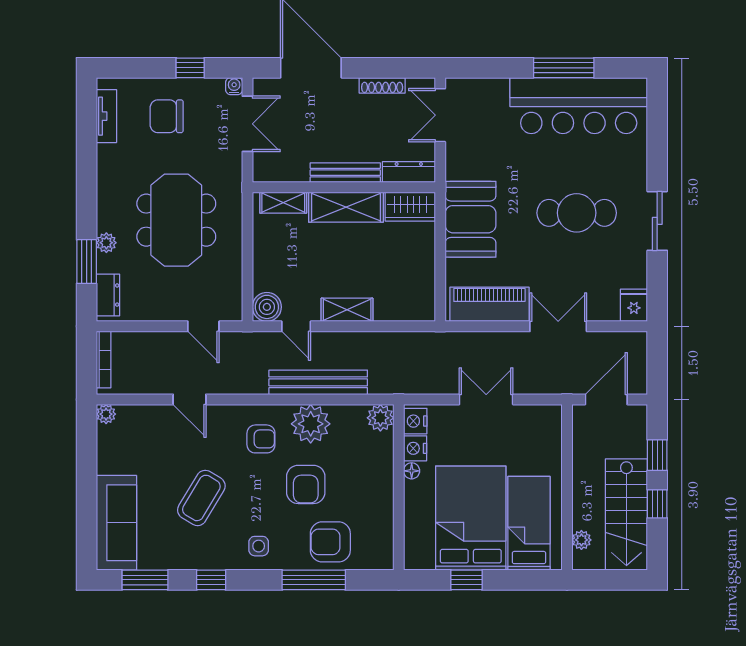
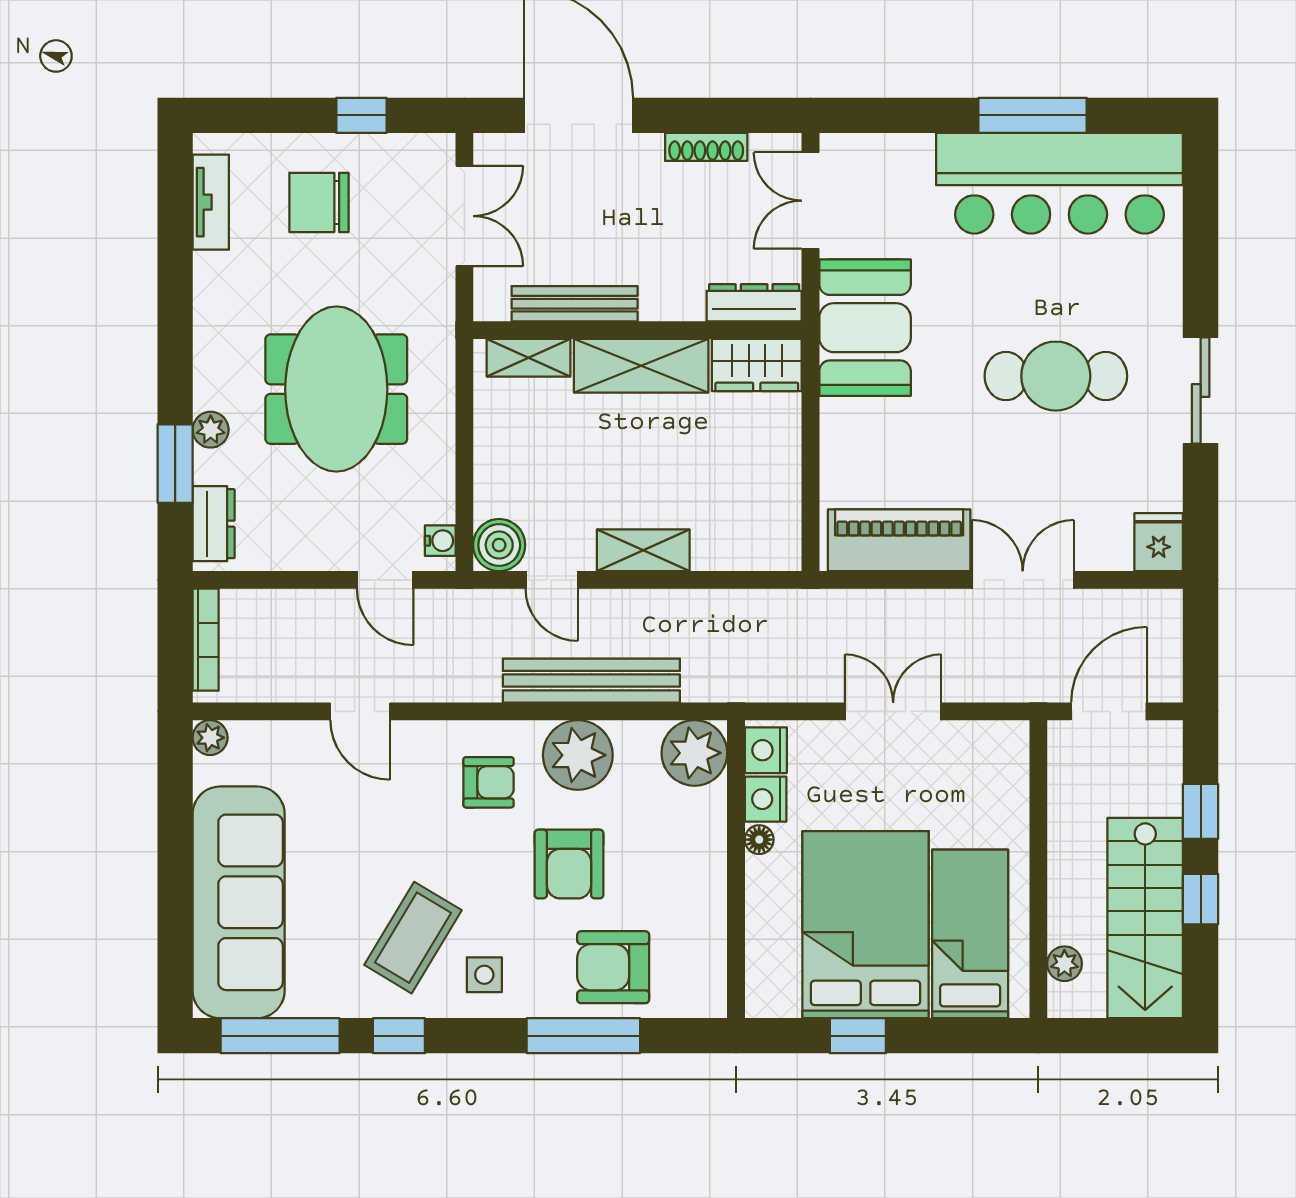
water cooler: (234, 86) -> (440, 541), moved, turned 90
bench: (345, 173) -> (575, 304), moved
booth: (470, 219) -> (865, 328), moved
plant: (380, 418) -> (694, 753), width x1.36, depth x1.36
coffee table: (201, 498) -> (413, 938), moved
sofa: (116, 523) -> (239, 902), width x1.36, depth x1.27
window: (145, 580) -> (280, 1036), width x1.44

